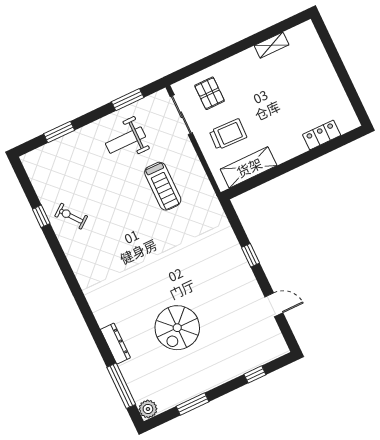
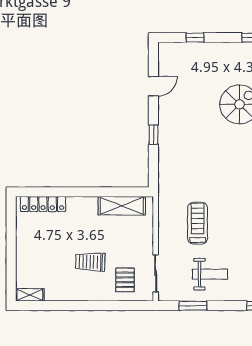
shelving: (272, 45) -> (30, 295), moved
trolley: (228, 134) -> (90, 262), moved
locker: (322, 135) -> (43, 204), width x1.53
door: (274, 305) -> (153, 86), swing flipped

